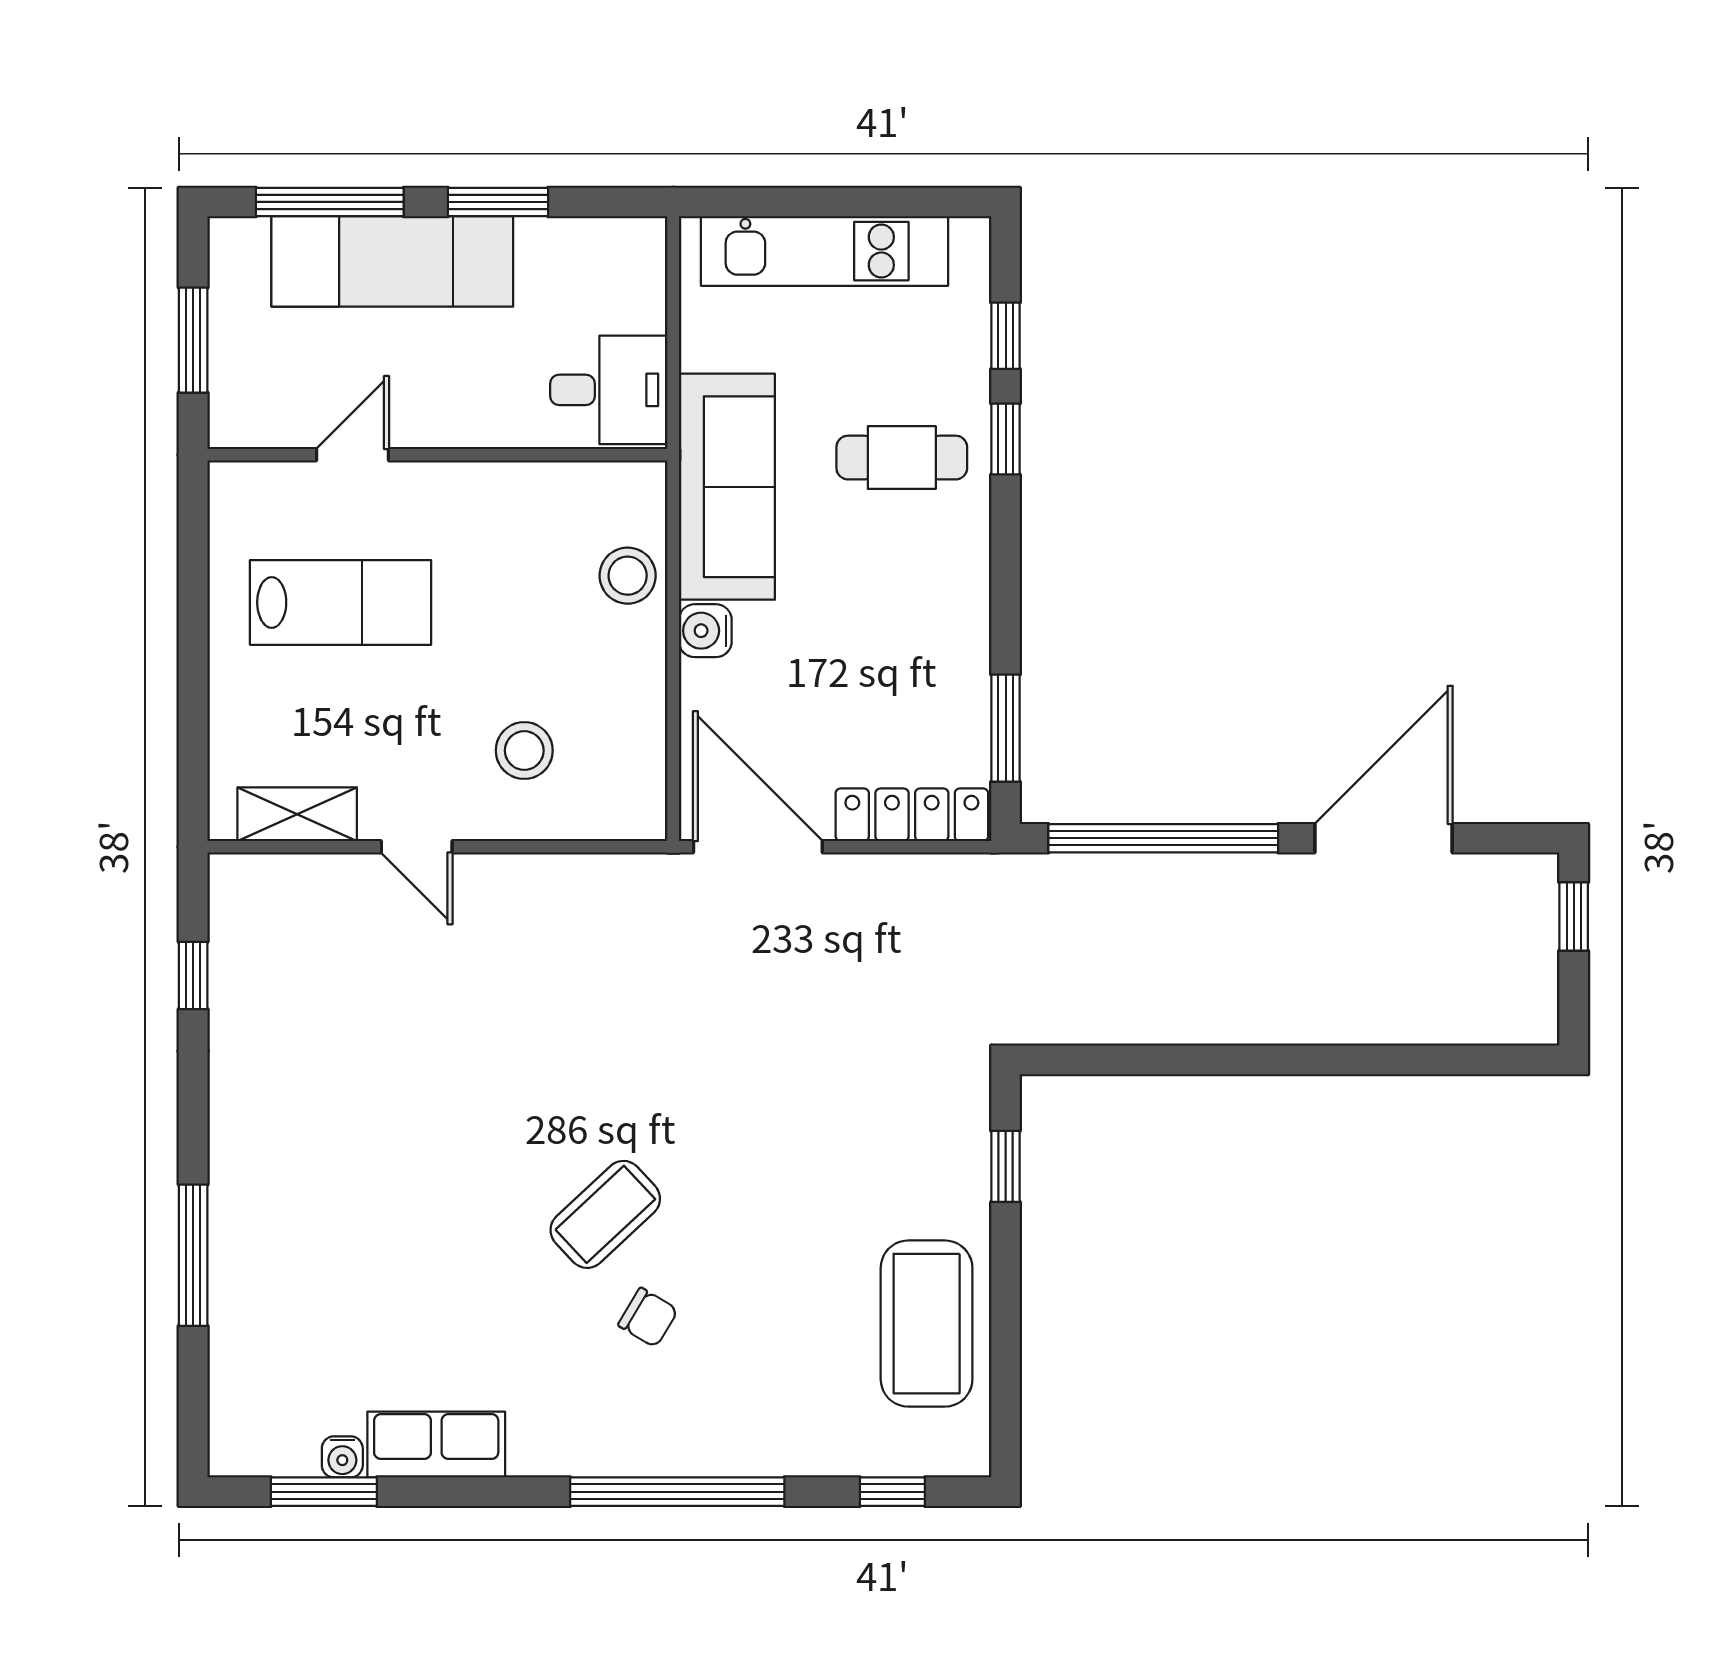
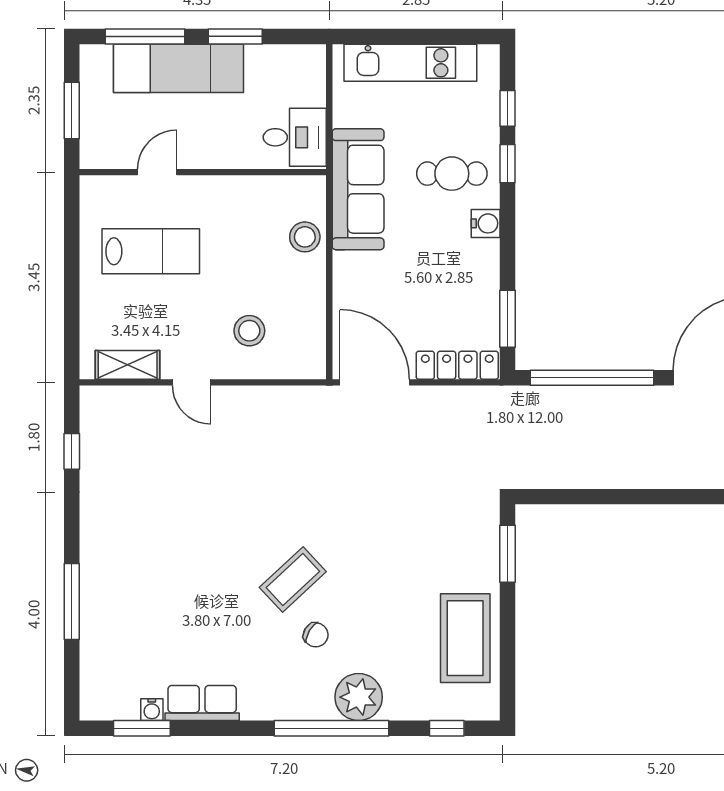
water cooler: (705, 631) -> (486, 223), moved, turned 180
window: (1006, 1166) -> (507, 554), width x1.50
plant: (728, 1433) -> (359, 697), added

